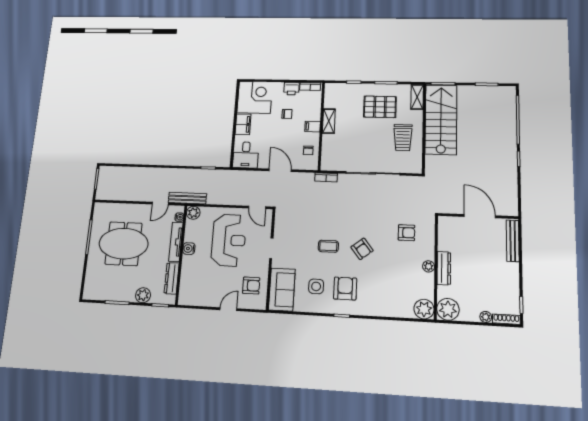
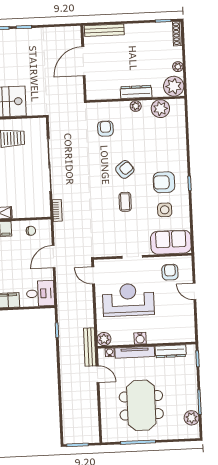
door: (257, 207) -> (93, 275), swing flipped
plant: (143, 295) -> (192, 418), moved
plant: (424, 309) -> (160, 109), moved
plant: (486, 317) -> (178, 67), moved

